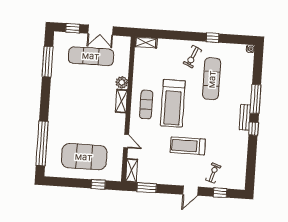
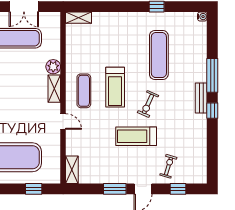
exercise bike: (193, 57) -> (148, 104), moved
treadmill: (173, 103) -> (115, 87), width x0.73, depth x0.73
door: (126, 141) -> (63, 121), moved
window: (147, 188) -> (115, 189), moved

